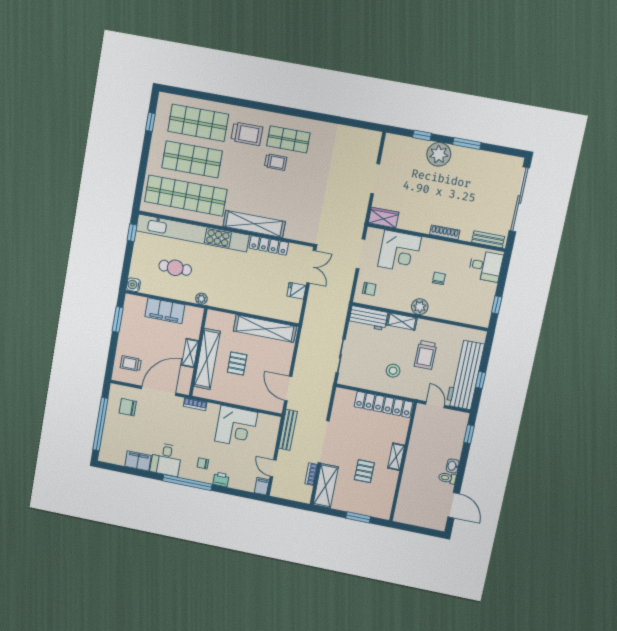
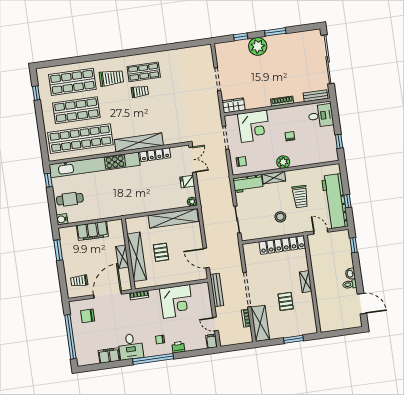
cafe table: (175, 268) -> (70, 199), moved
plant: (201, 299) -> (192, 202), moved

